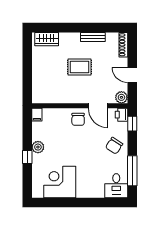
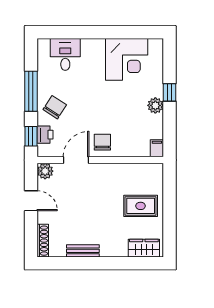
rug: (80, 67) -> (141, 206), moved
door: (98, 106) -> (76, 160), hinge flipped
printer: (122, 115) -> (45, 135), moved
window: (132, 171) -> (31, 91), moved
desk: (116, 186) -> (65, 54), moved

